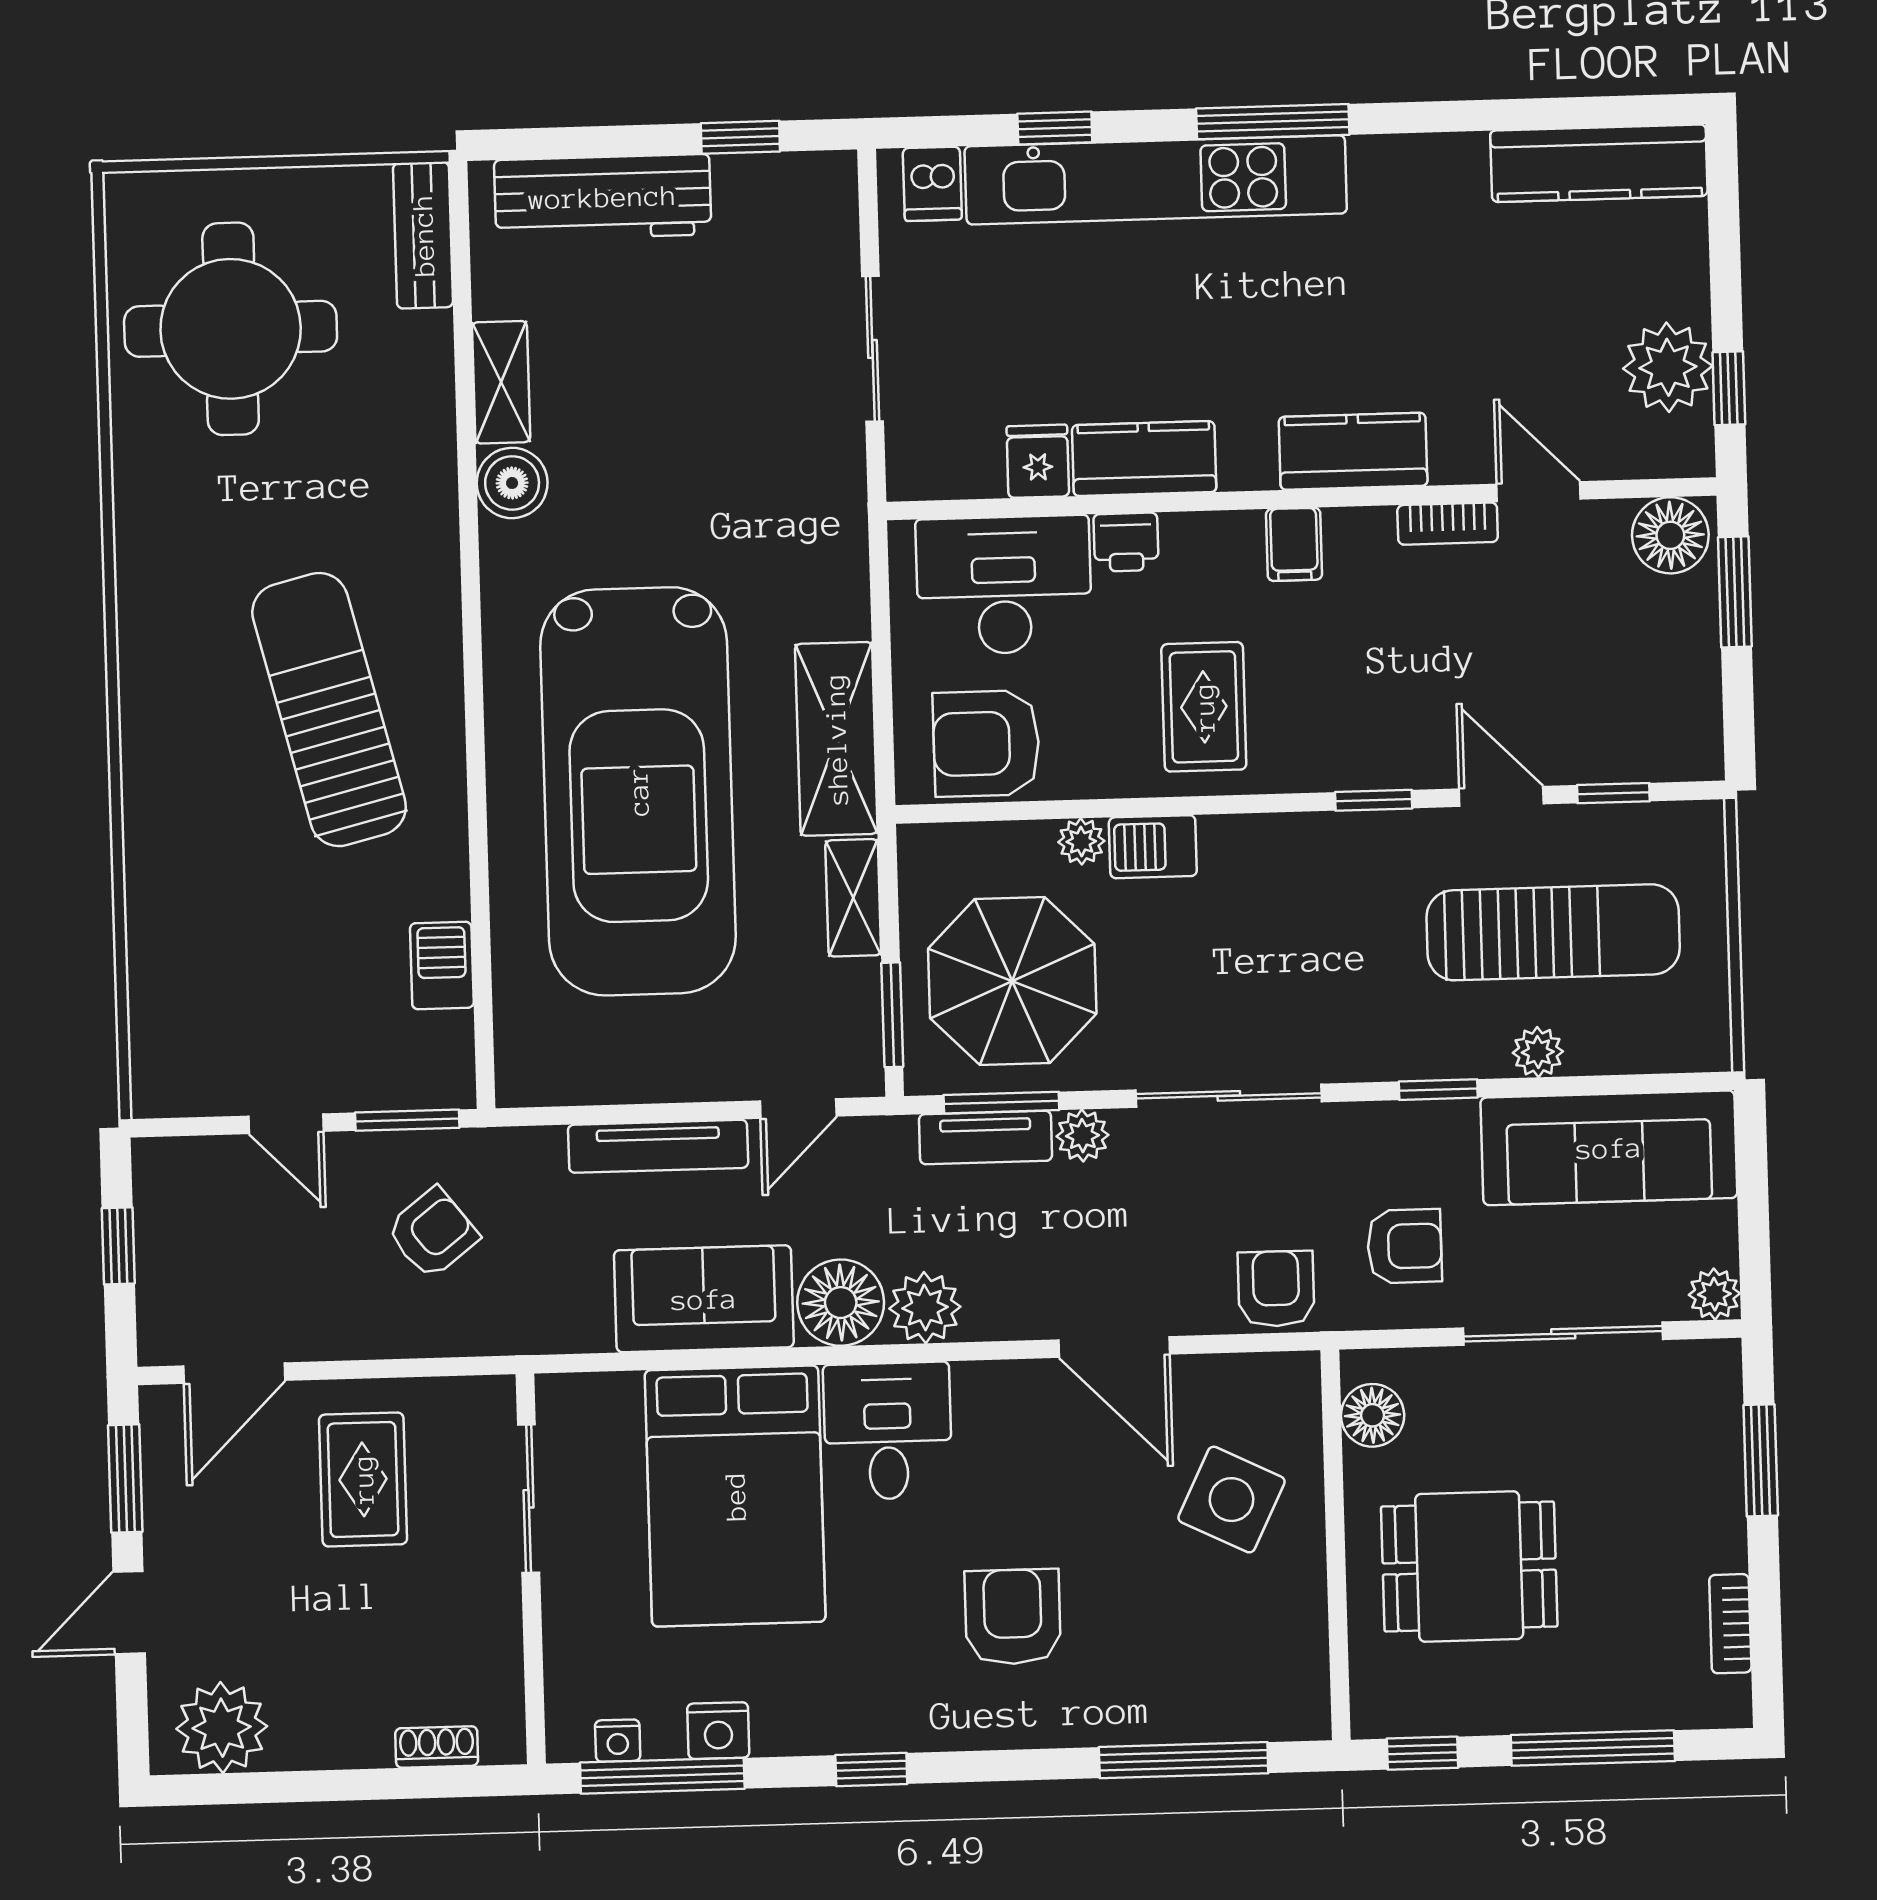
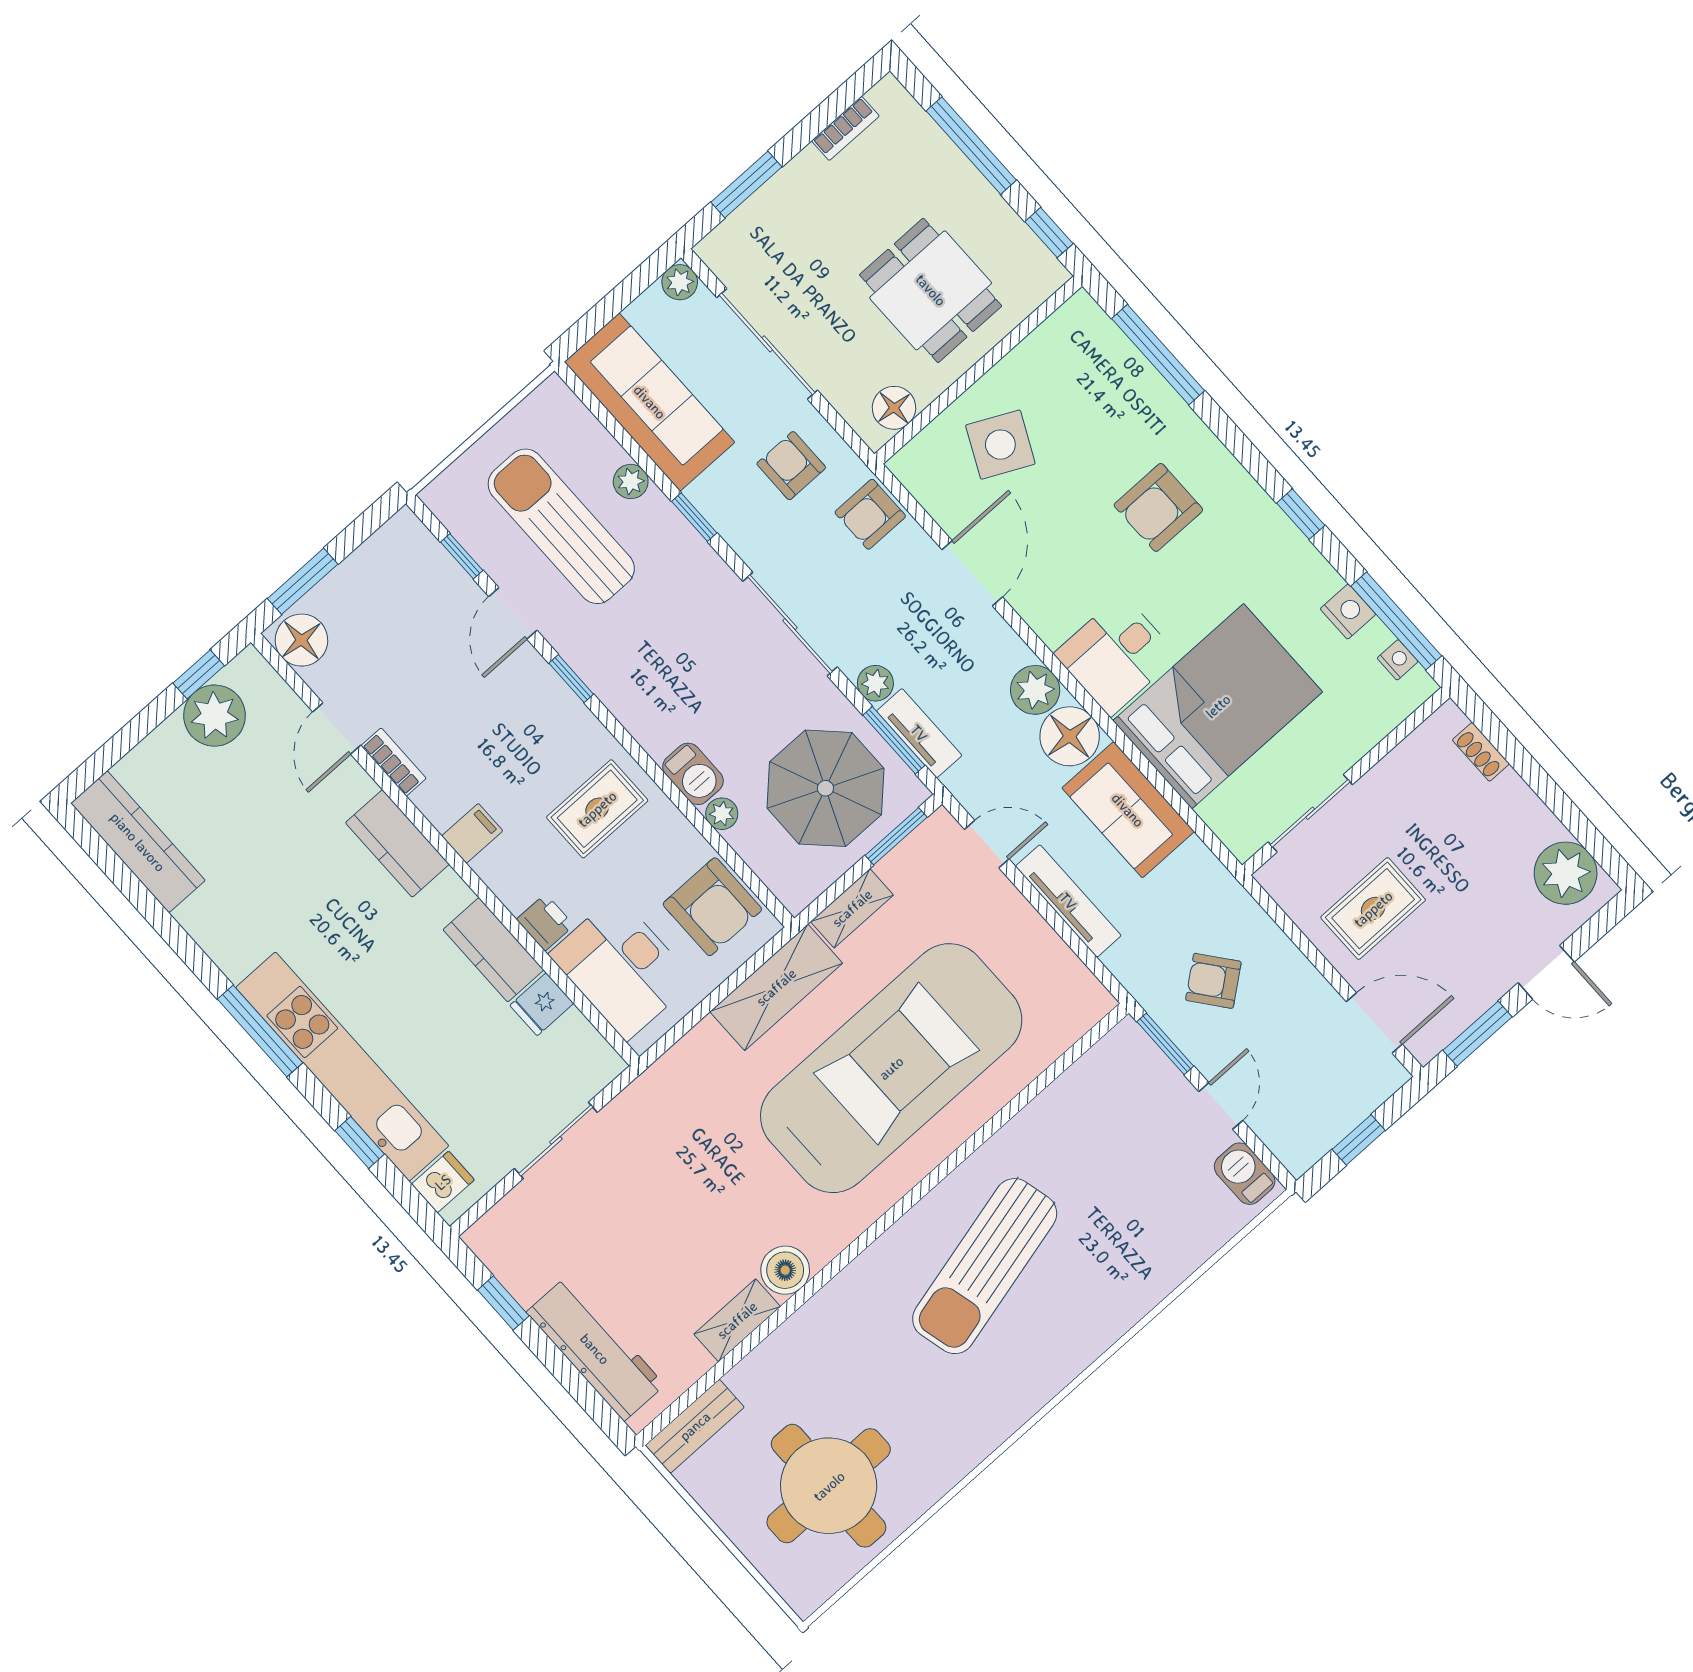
barbecue: (442, 966) -> (1245, 1174), moved, turned 90

